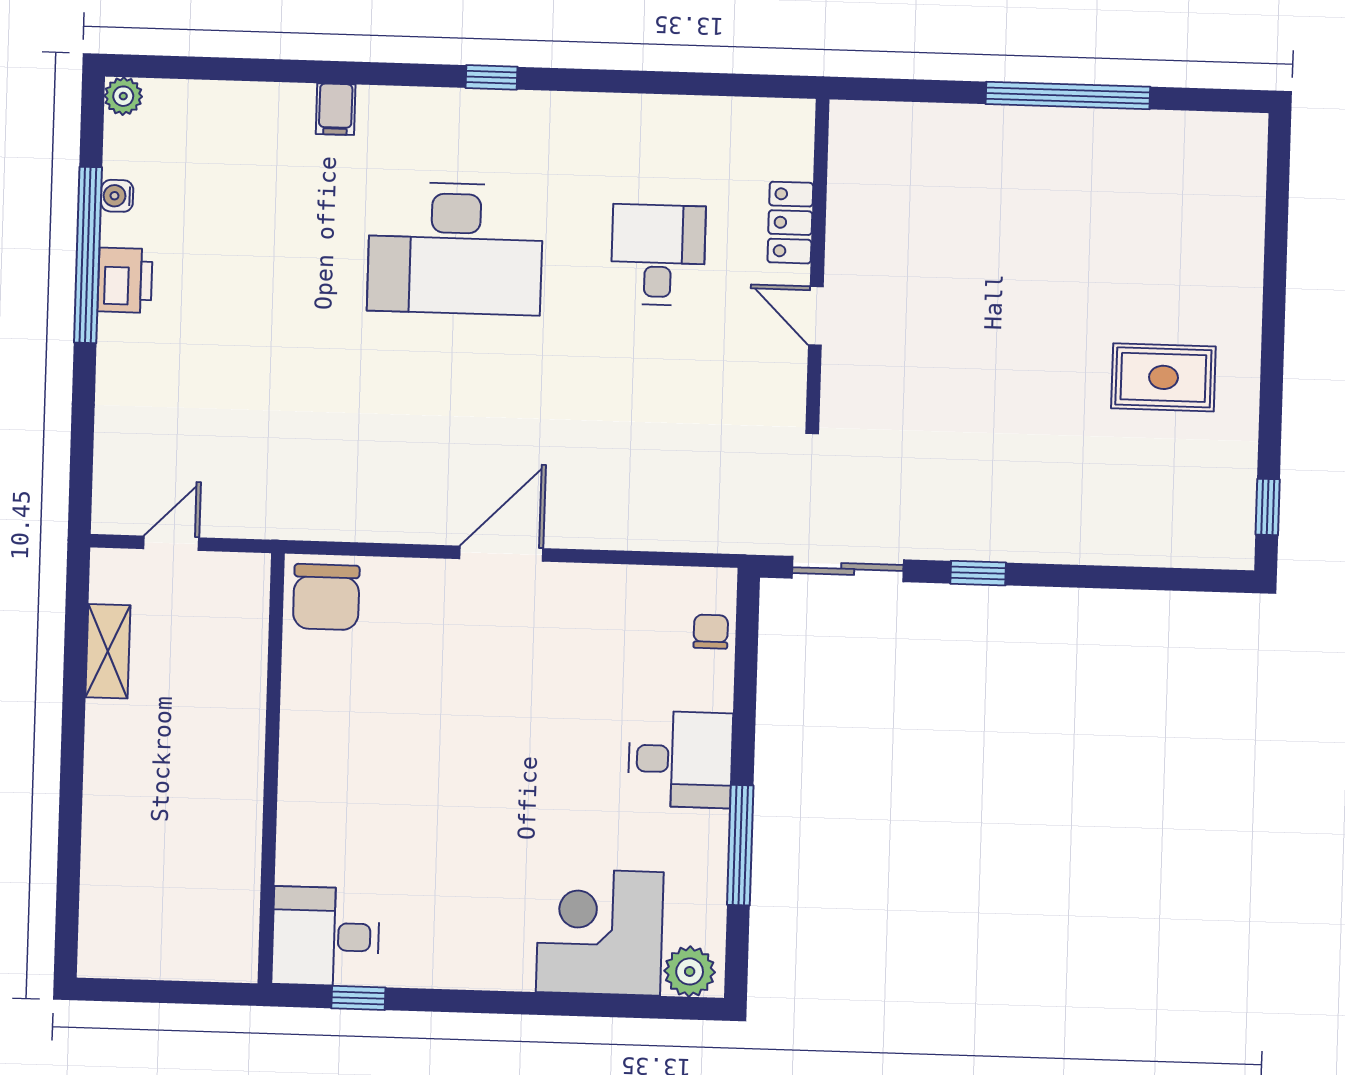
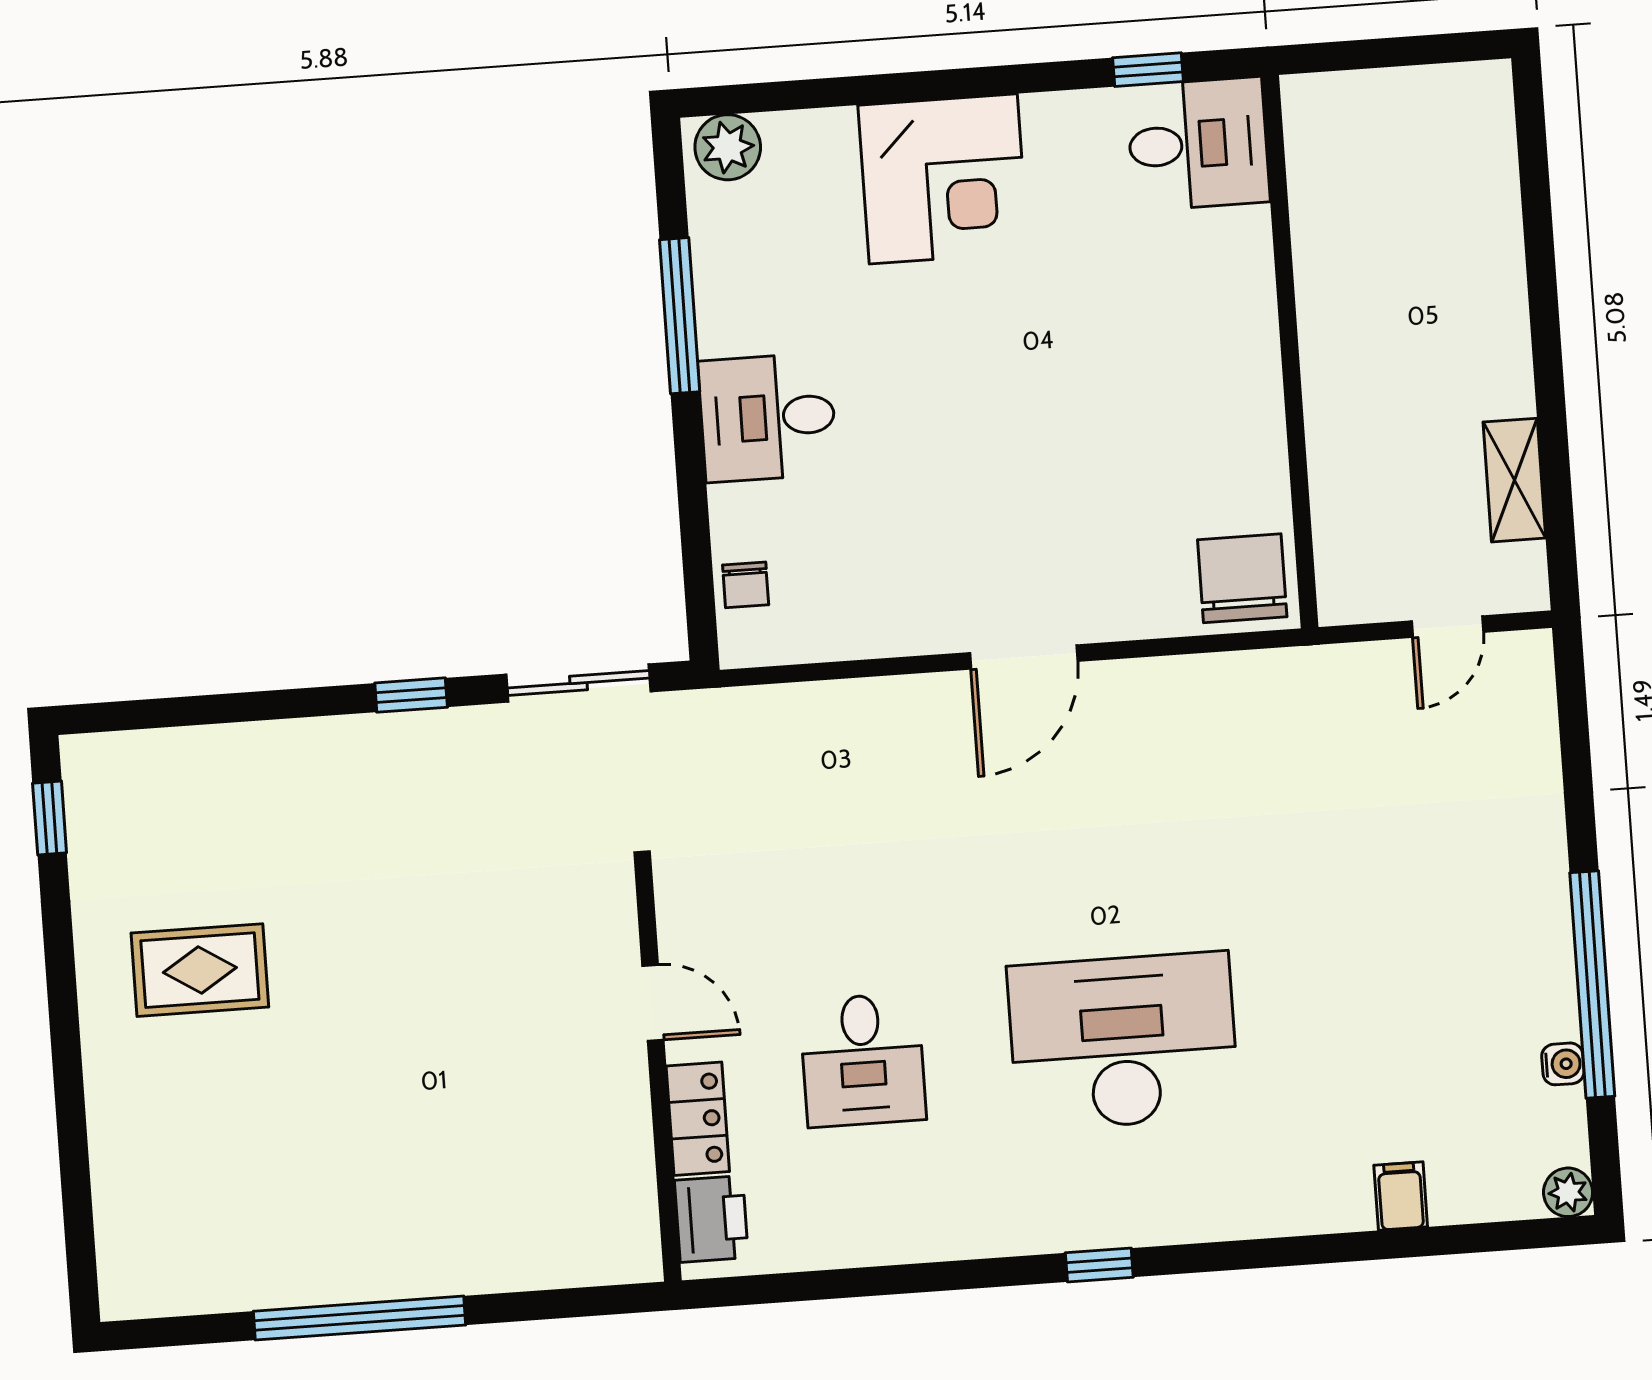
filing cabinet: (336, 109) -> (1401, 1196), moved
printer: (125, 280) -> (711, 1219), moved, turned 180
corner desk: (600, 932) -> (943, 179), moved

